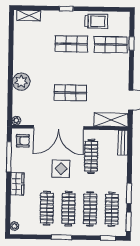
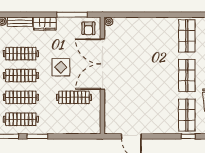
plant: (21, 82) -> (148, 26), removed
shop shelf: (70, 93) -> (187, 36), moved
shelving: (111, 120) -> (111, 117), removed
bench: (123, 143) -> (20, 22), moved

